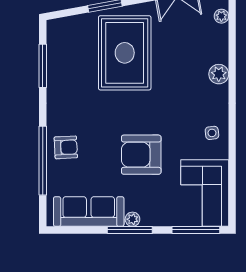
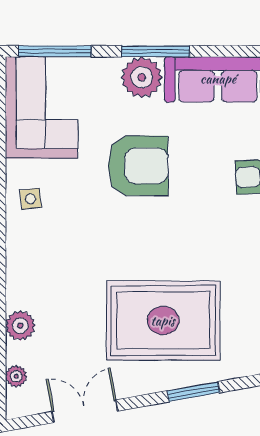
rug: (125, 53) -> (163, 321), turned 90
plant: (219, 74) -> (20, 326), moved
plant: (132, 219) -> (142, 77), width x1.88, depth x1.88

